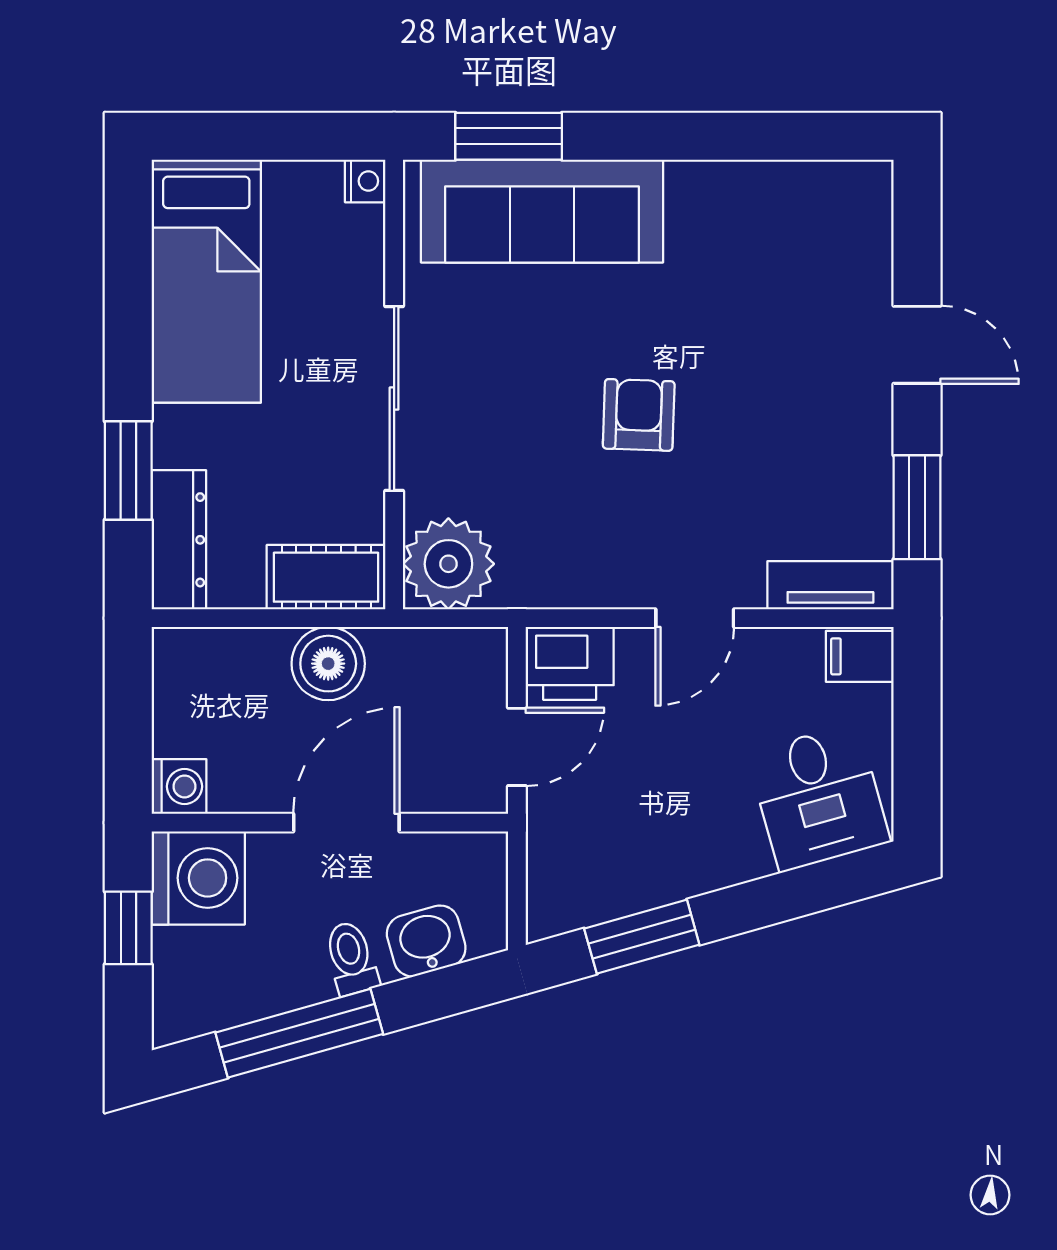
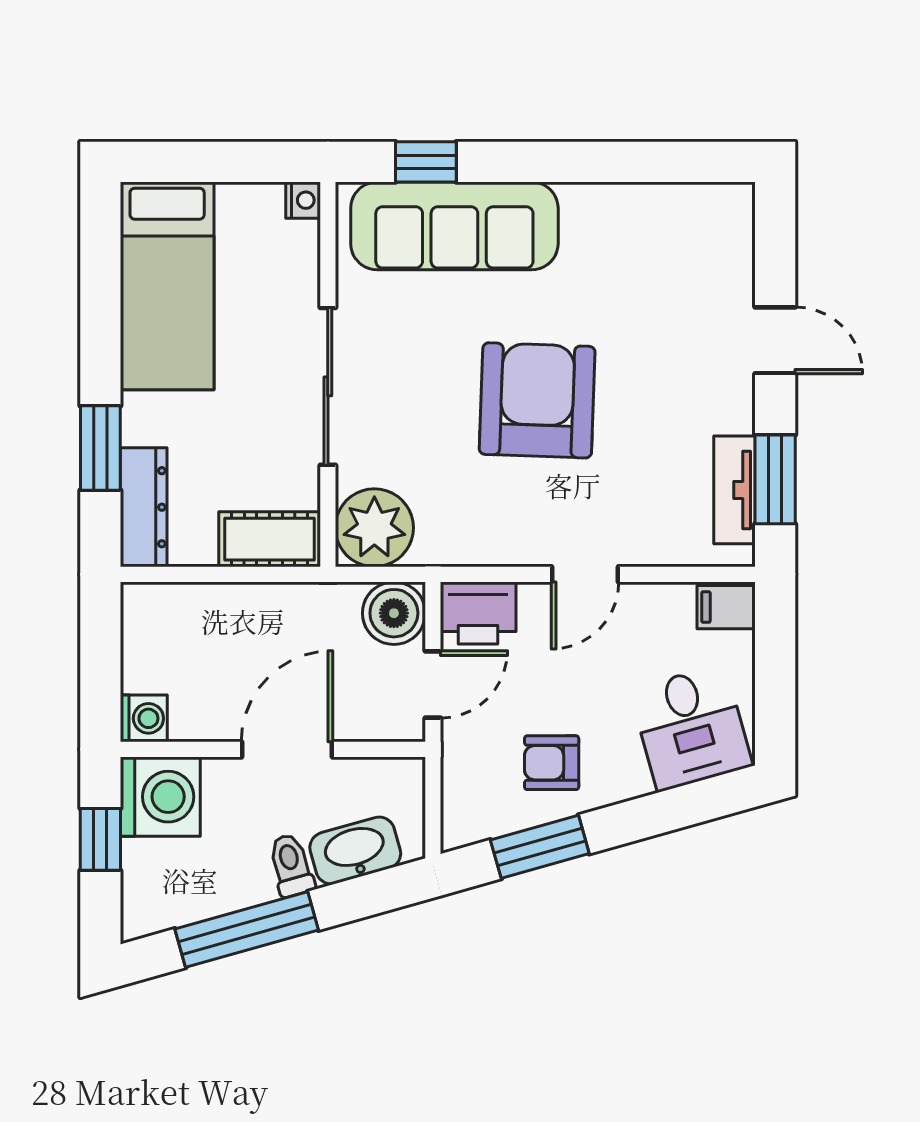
window: (509, 136) -> (426, 162), width x0.67
armchair: (639, 415) -> (537, 400), width x1.88, depth x1.88
tv unit: (830, 585) -> (735, 490), moved, turned -90
boiler: (328, 664) -> (394, 613), moved
armchair: (656, 838) -> (552, 763), added
washbasin: (426, 941) -> (355, 851), width x1.38

